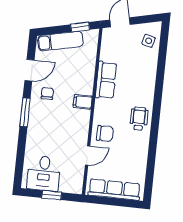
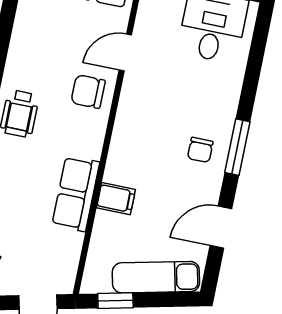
chair: (47, 93) -> (200, 150), moved
filing cabinet: (83, 102) -> (116, 199), moved

